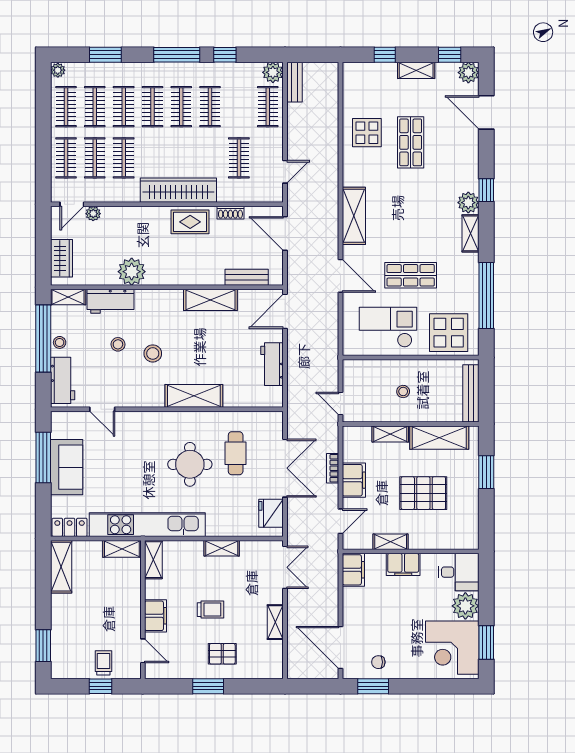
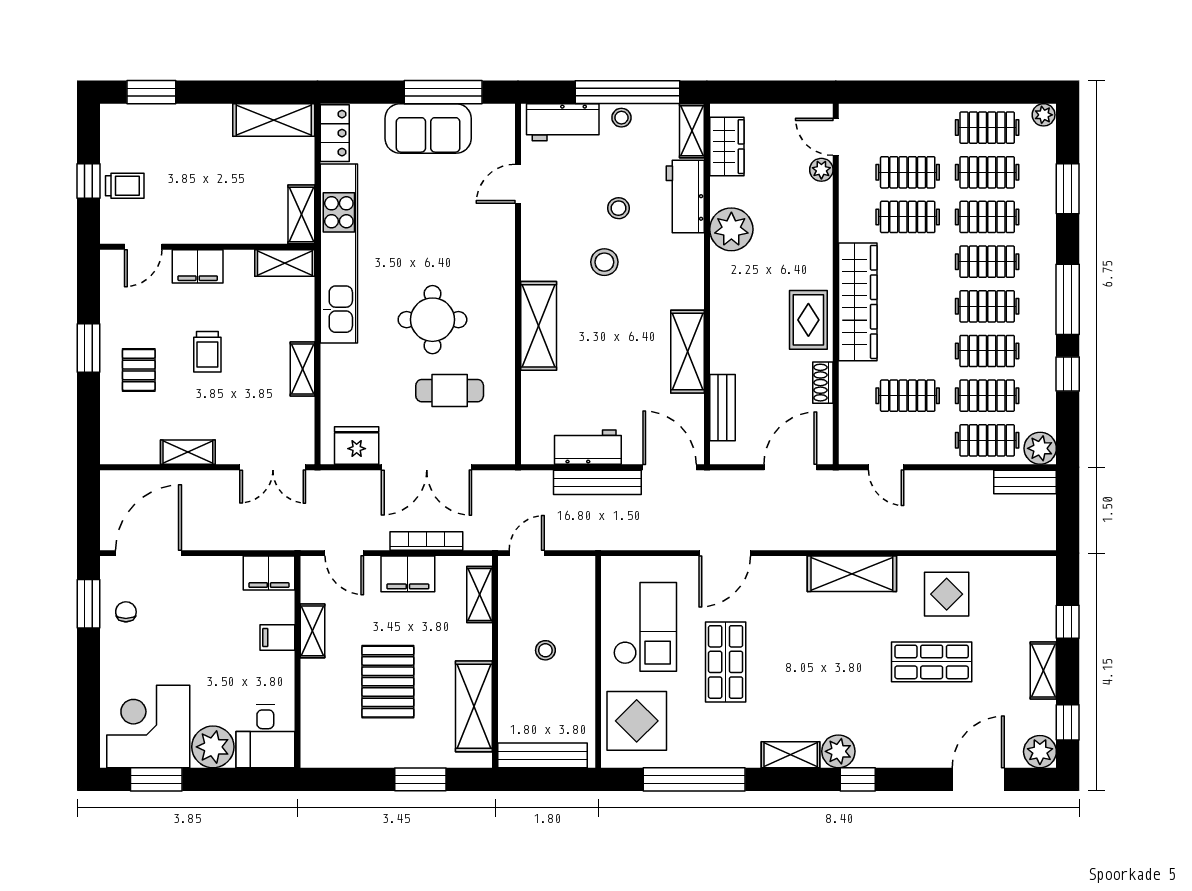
clothes rail: (66, 158) -> (987, 396), moved
shelving: (354, 216) -> (852, 574), moved
wardrobe: (62, 258) -> (727, 147), moved, turned -90
bench: (295, 358) -> (597, 482), added
shelving: (390, 434) -> (480, 595), moved
bookcase: (333, 468) -> (426, 541), width x1.56
filing cabinet: (403, 564) -> (277, 637), width x0.50

